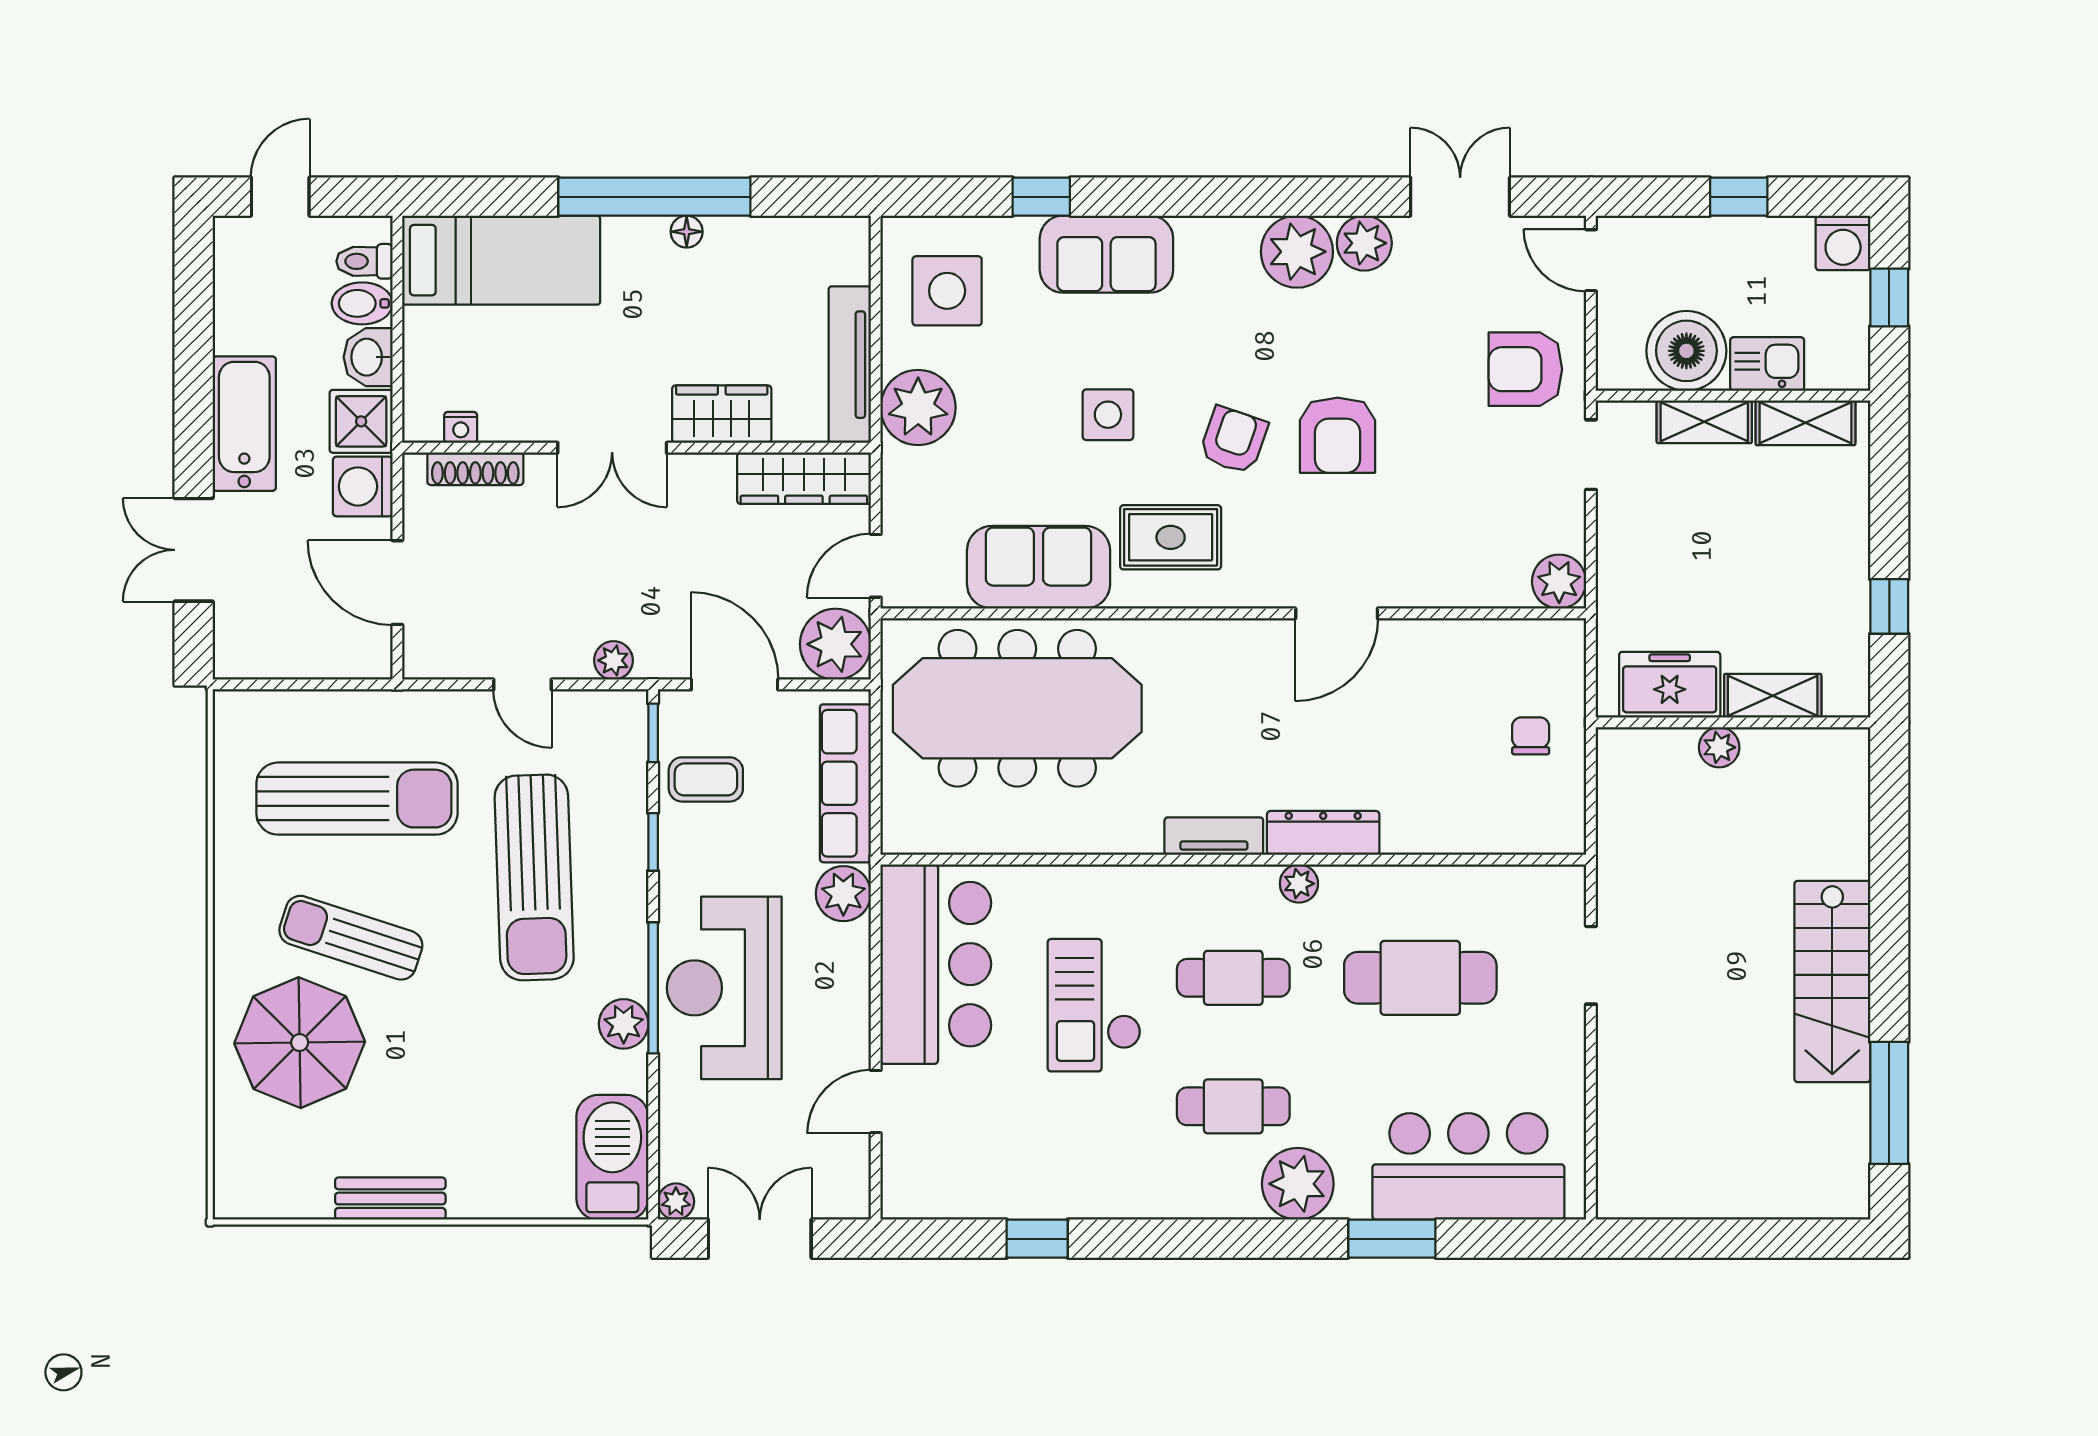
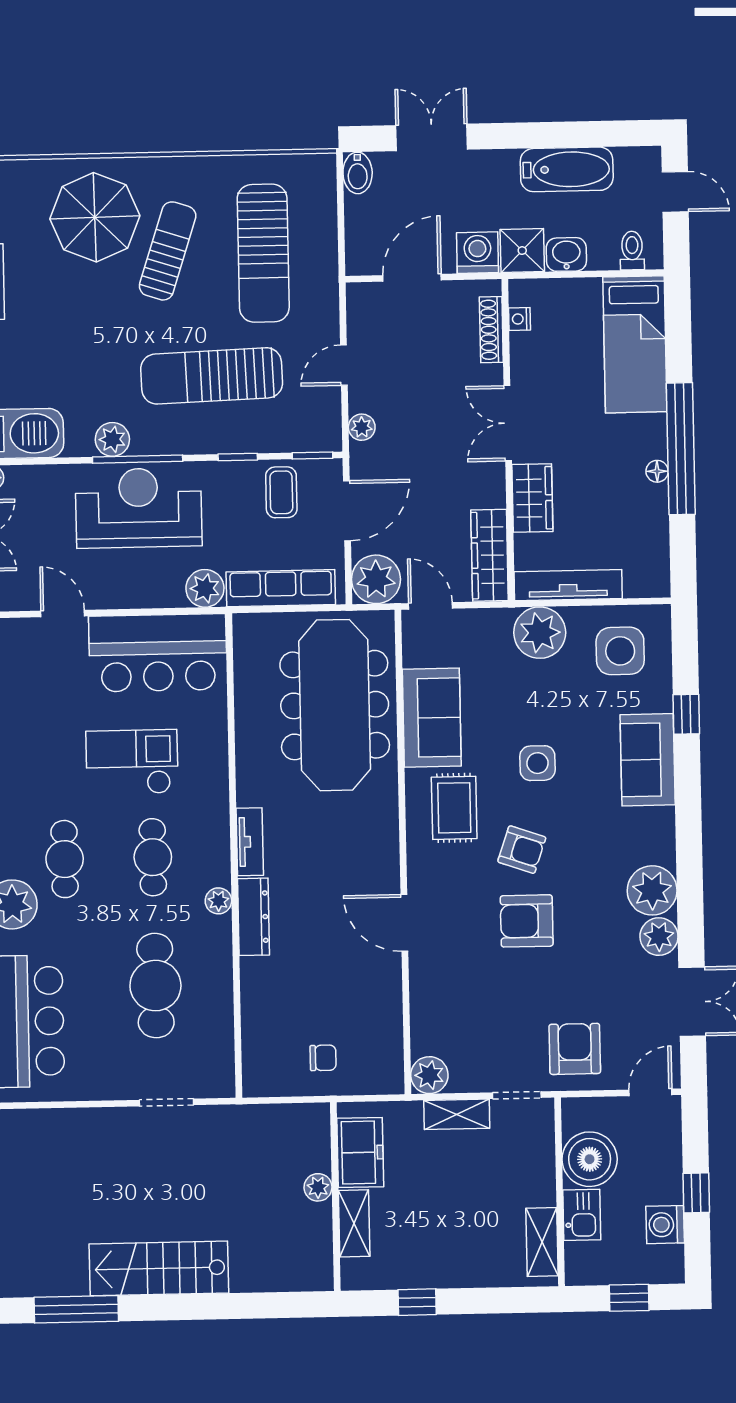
washing machine: (1843, 243) -> (665, 1225), moved
bidet: (362, 303) -> (358, 173), moved, turned 180
shelving: (1704, 422) -> (457, 1114), moved, turned 90
bathtub: (244, 424) -> (567, 169), moved

